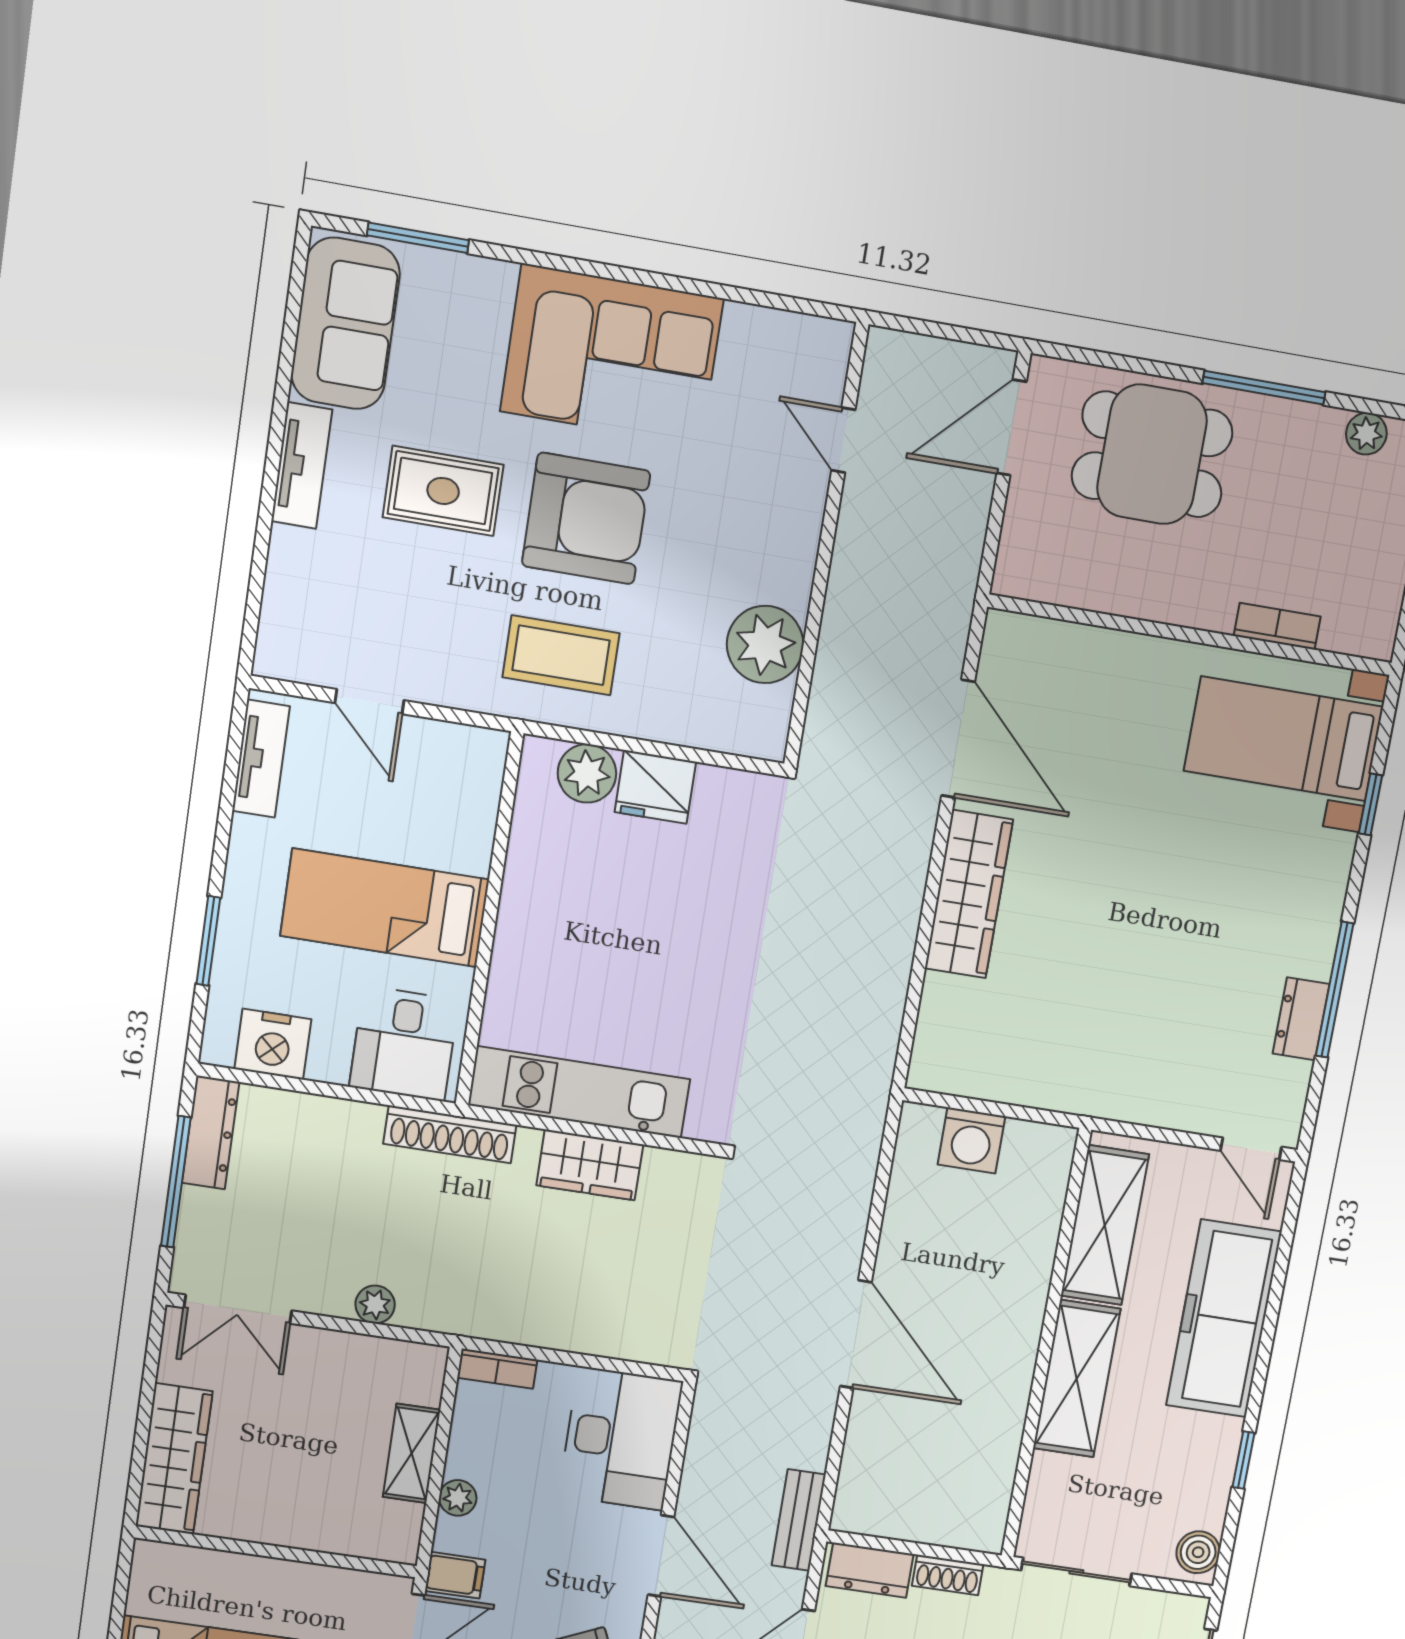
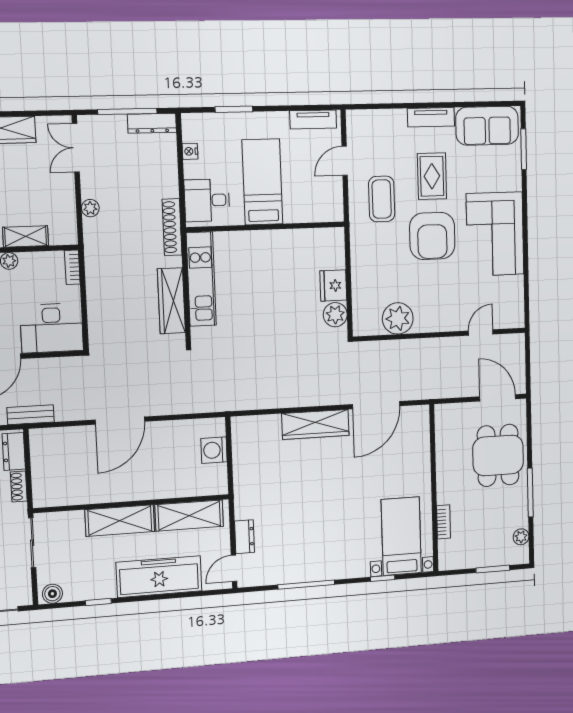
coffee table: (561, 655) -> (382, 199), moved
plant: (587, 773) -> (335, 315), moved
dresser: (1301, 1019) -> (244, 537), moved, turned 90
nightstand: (273, 1044) -> (190, 151), width x0.53, depth x0.56
wardrobe: (590, 1165) -> (171, 301), width x1.50

